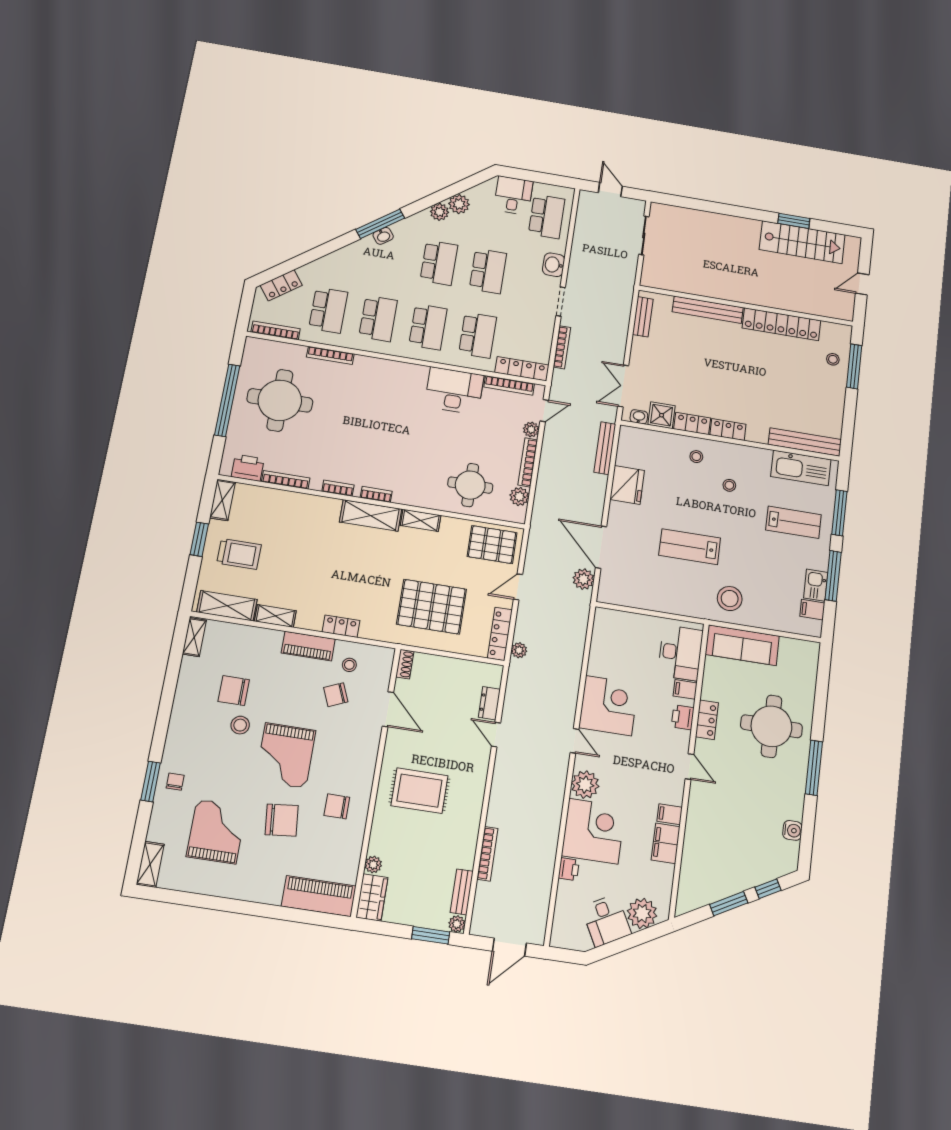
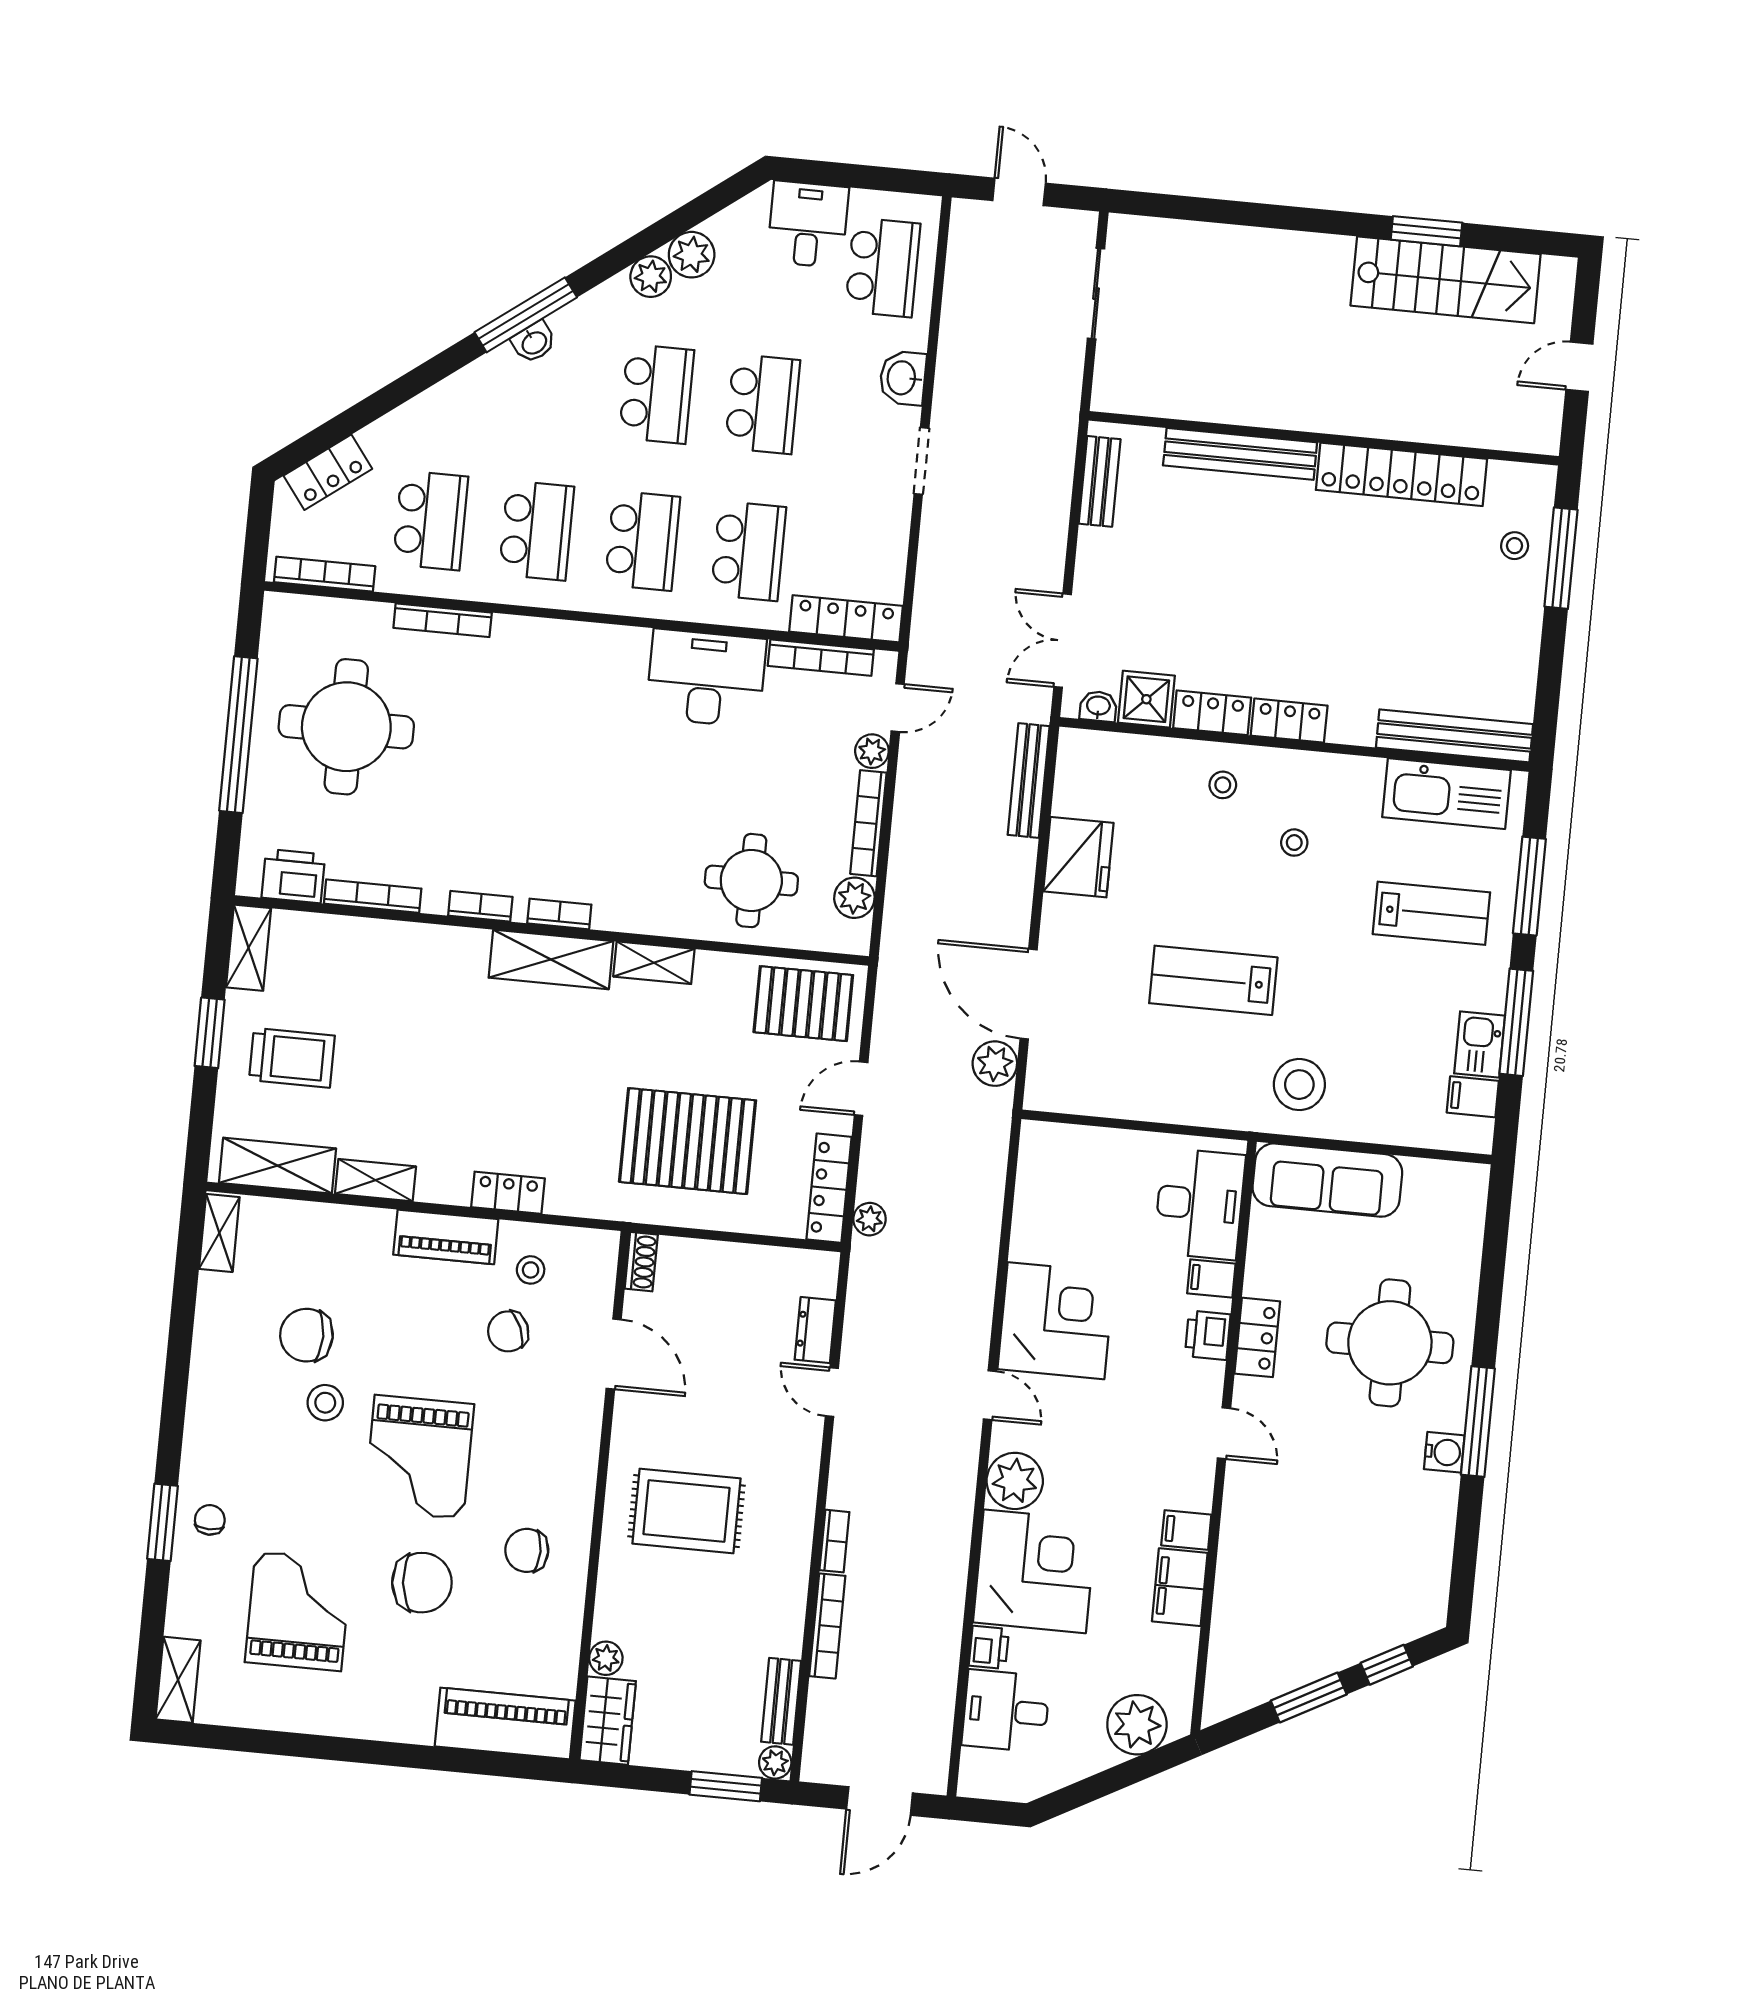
bookcase: (562, 347) -> (834, 1541), moved, width x0.64
water cooler: (792, 830) -> (1444, 1452), moved
desk: (606, 920) -> (1006, 1711), moved, turned 118

